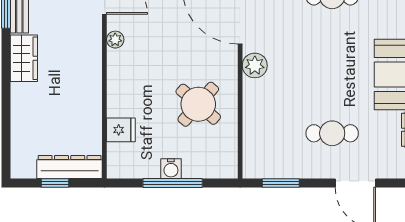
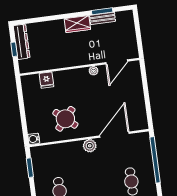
dresser: (70, 167) -> (22, 42), moved
water cooler: (171, 169) -> (34, 139), moved
window: (173, 183) -> (22, 111), removed

